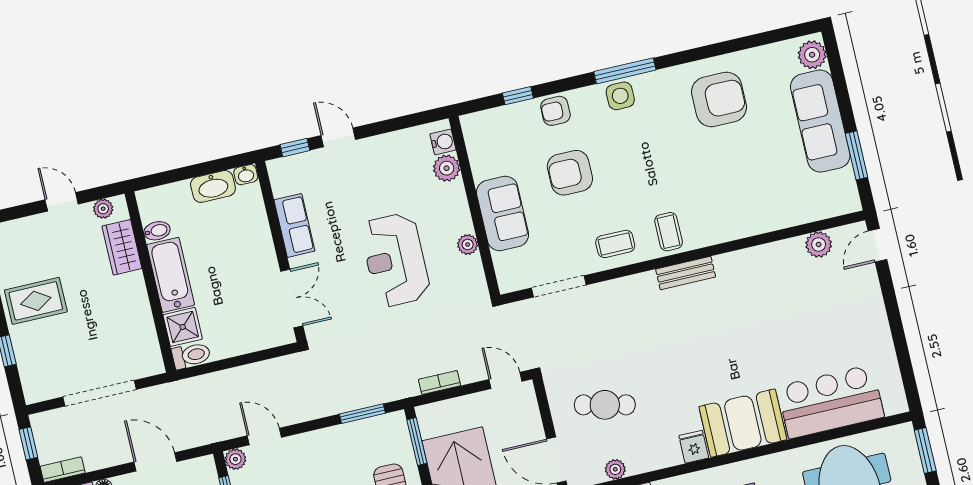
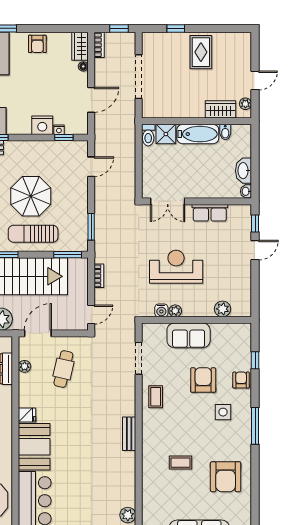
side table: (620, 96) -> (223, 412), moved
water cooler: (443, 142) -> (161, 310), moved
coffee table: (669, 232) -> (181, 463), moved
plant: (235, 459) -> (82, 147), removed

